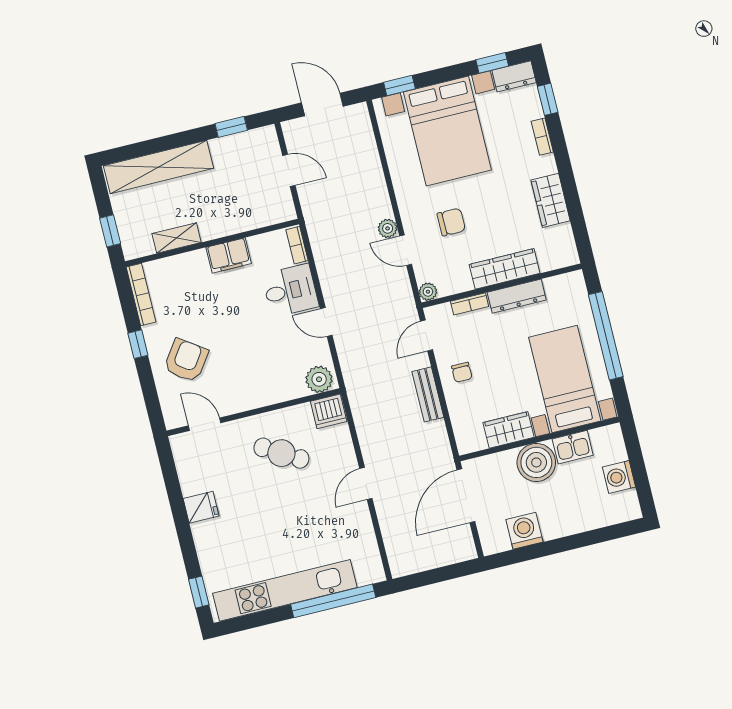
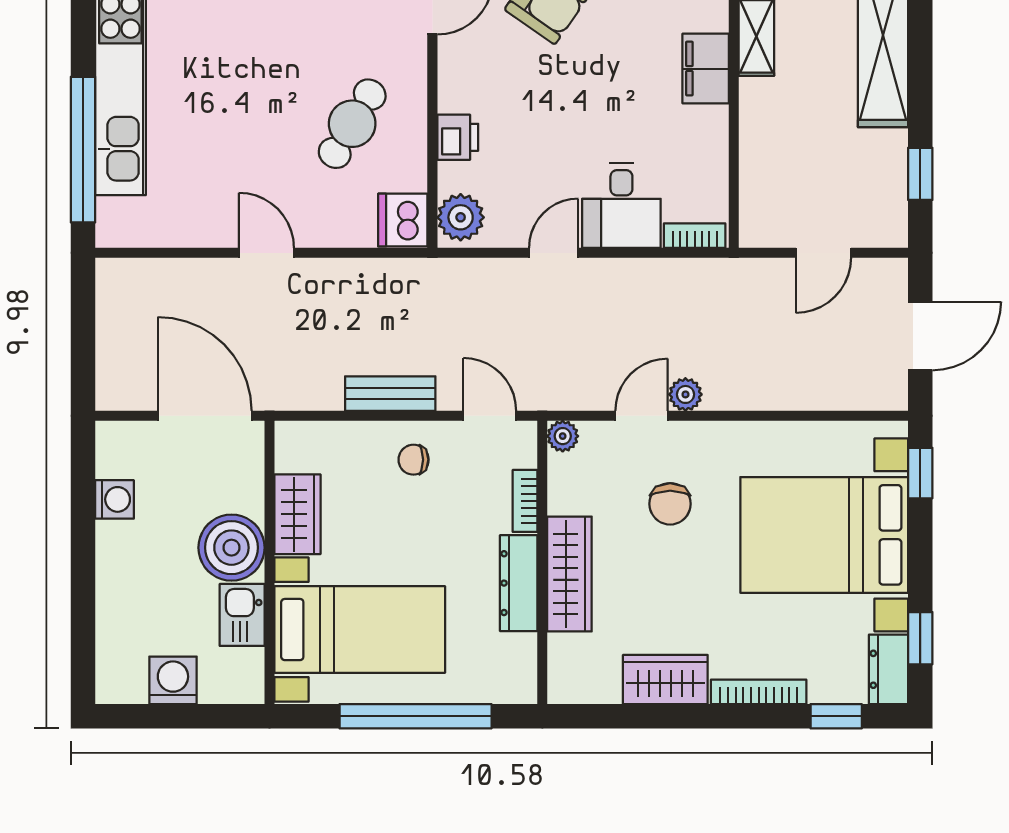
bookcase: (542, 137) -> (759, 692), width x1.56
filing cabinet: (229, 255) -> (706, 69), moved
printer: (274, 392) -> (458, 137), added
washing machine: (524, 531) -> (114, 499), width x0.73, depth x0.73

